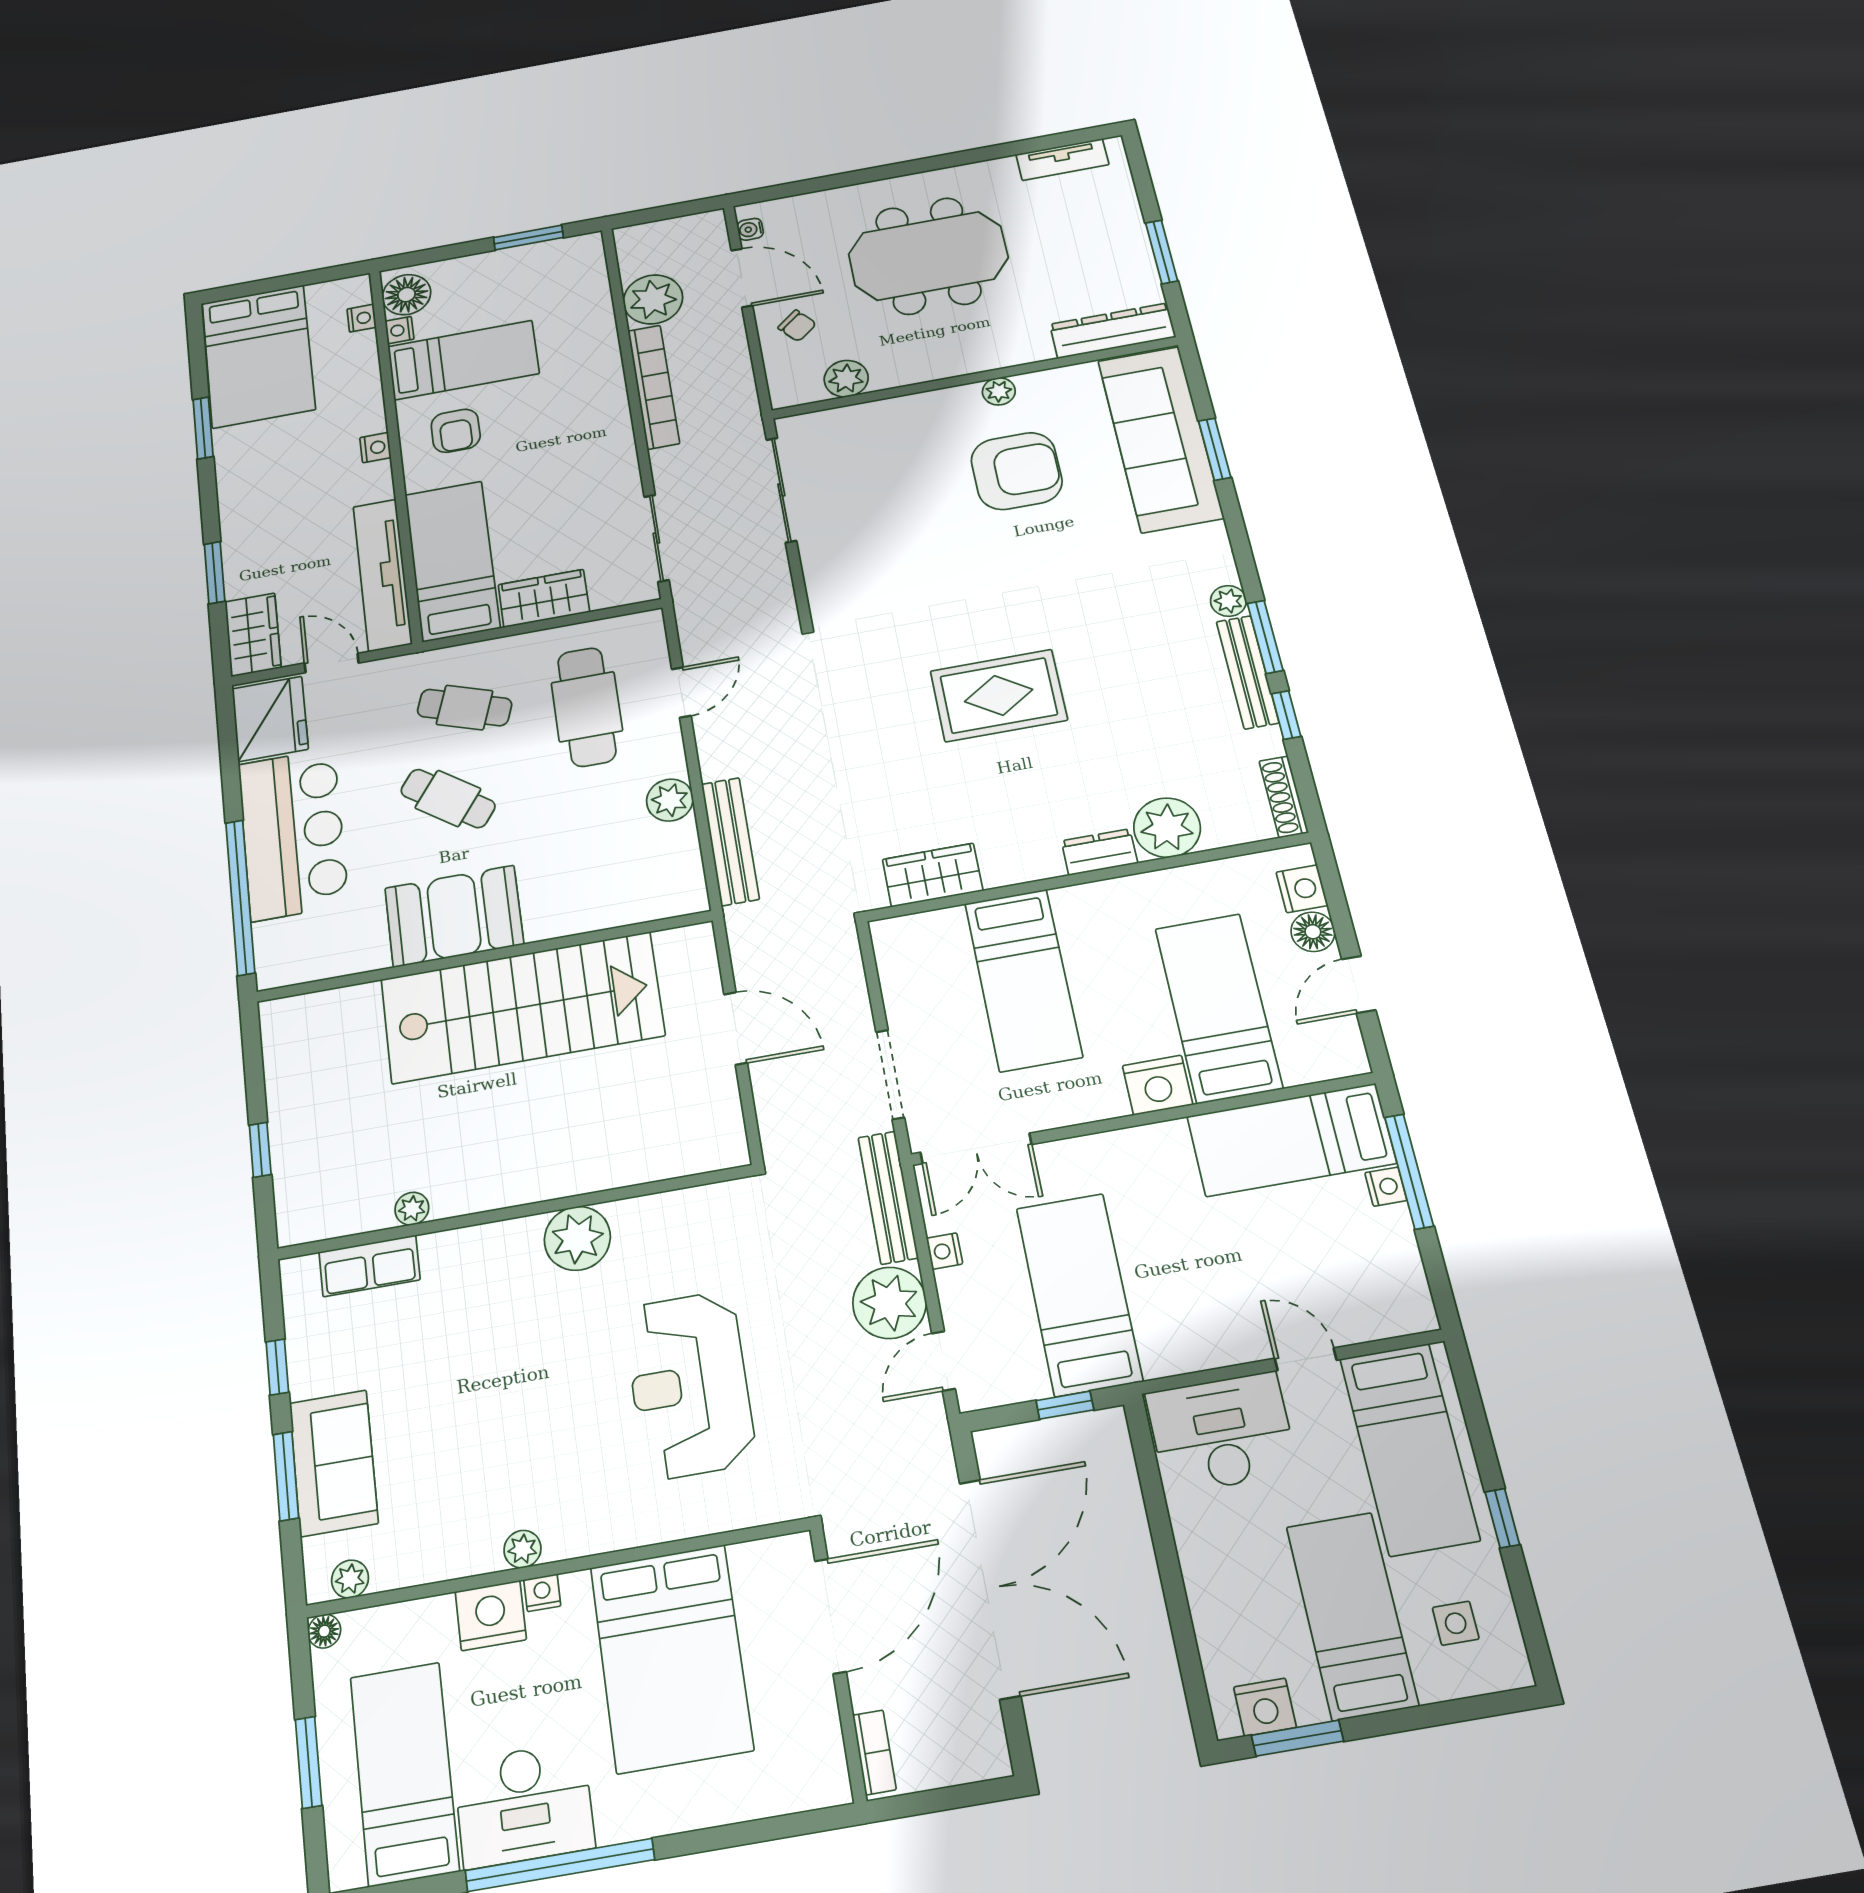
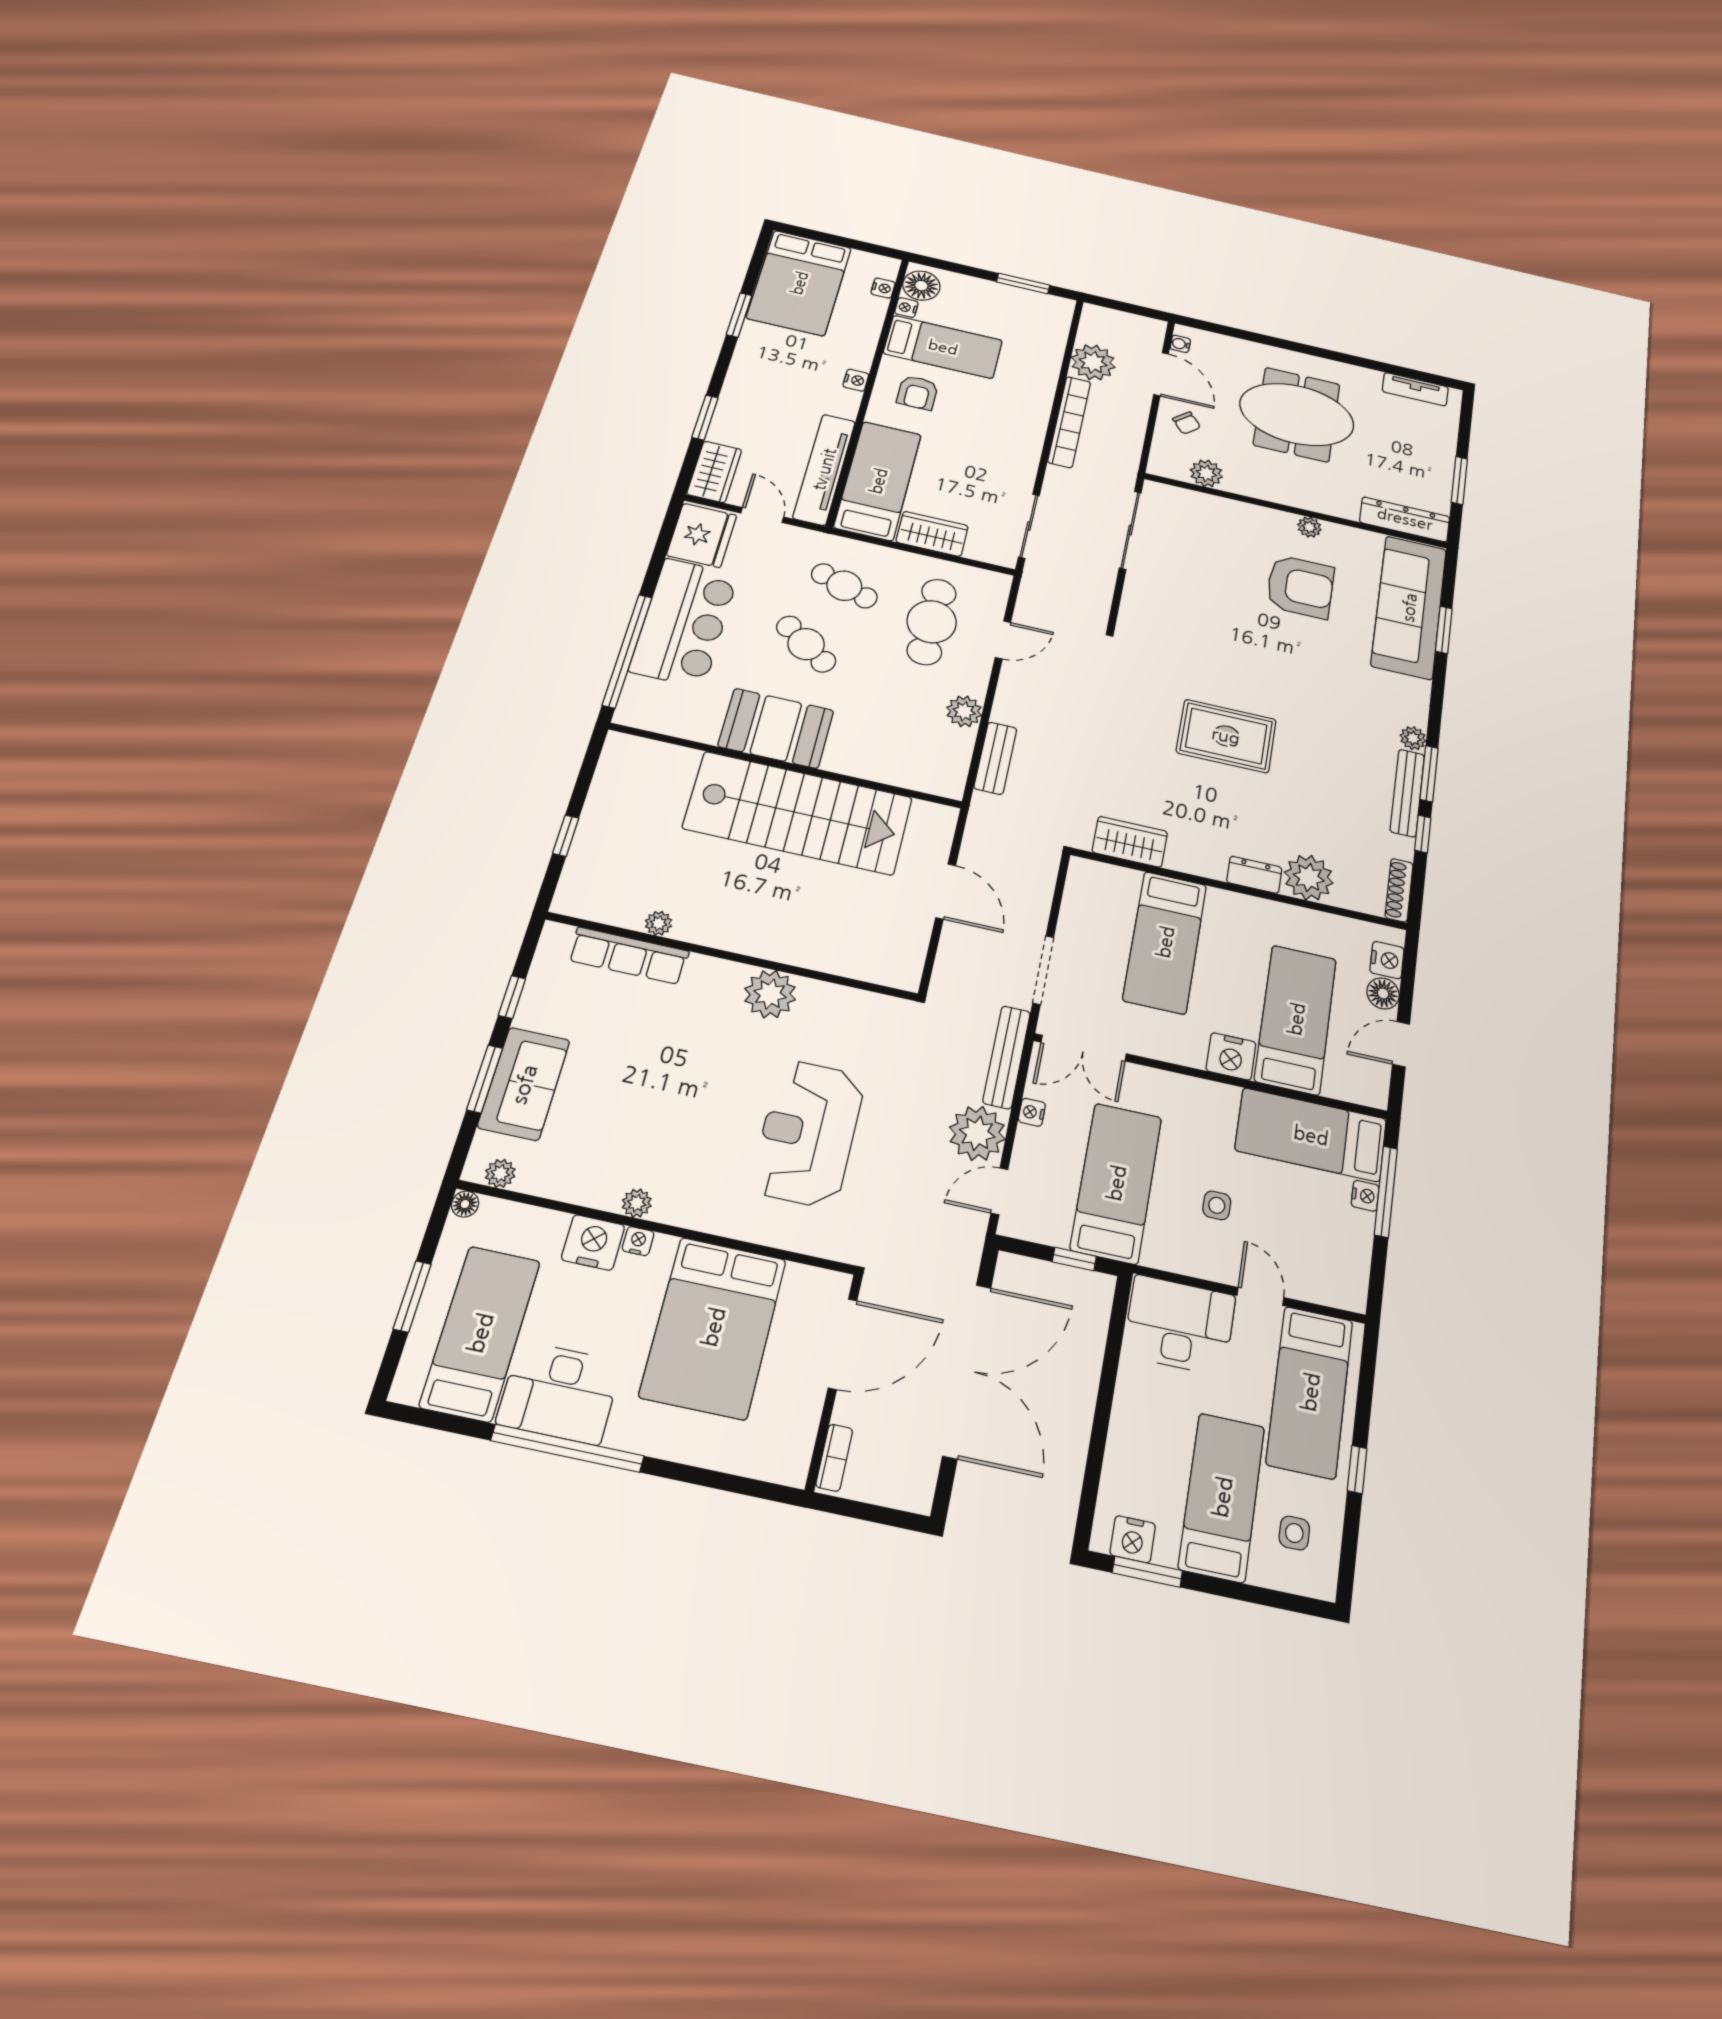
bench: (730, 841) -> (995, 758), width x0.73
row of seats: (370, 1266) -> (629, 956), width x1.48
side table: (1210, 1272) -> (1217, 1205), added

